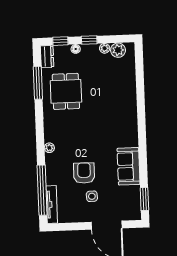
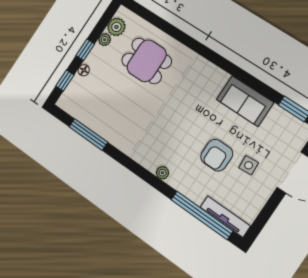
dresser: (47, 57) -> (70, 105), removed
dining table: (66, 91) -> (147, 61), moved
armchair: (84, 173) -> (217, 155), turned -91

